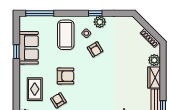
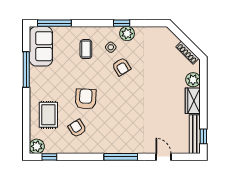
coffee table: (66, 35) -> (86, 49), width x0.54, depth x0.58
sofa: (29, 48) -> (41, 46), moved
window: (16, 52) -> (26, 69), width x2.17
armchair: (66, 76) -> (86, 99), turned -87

